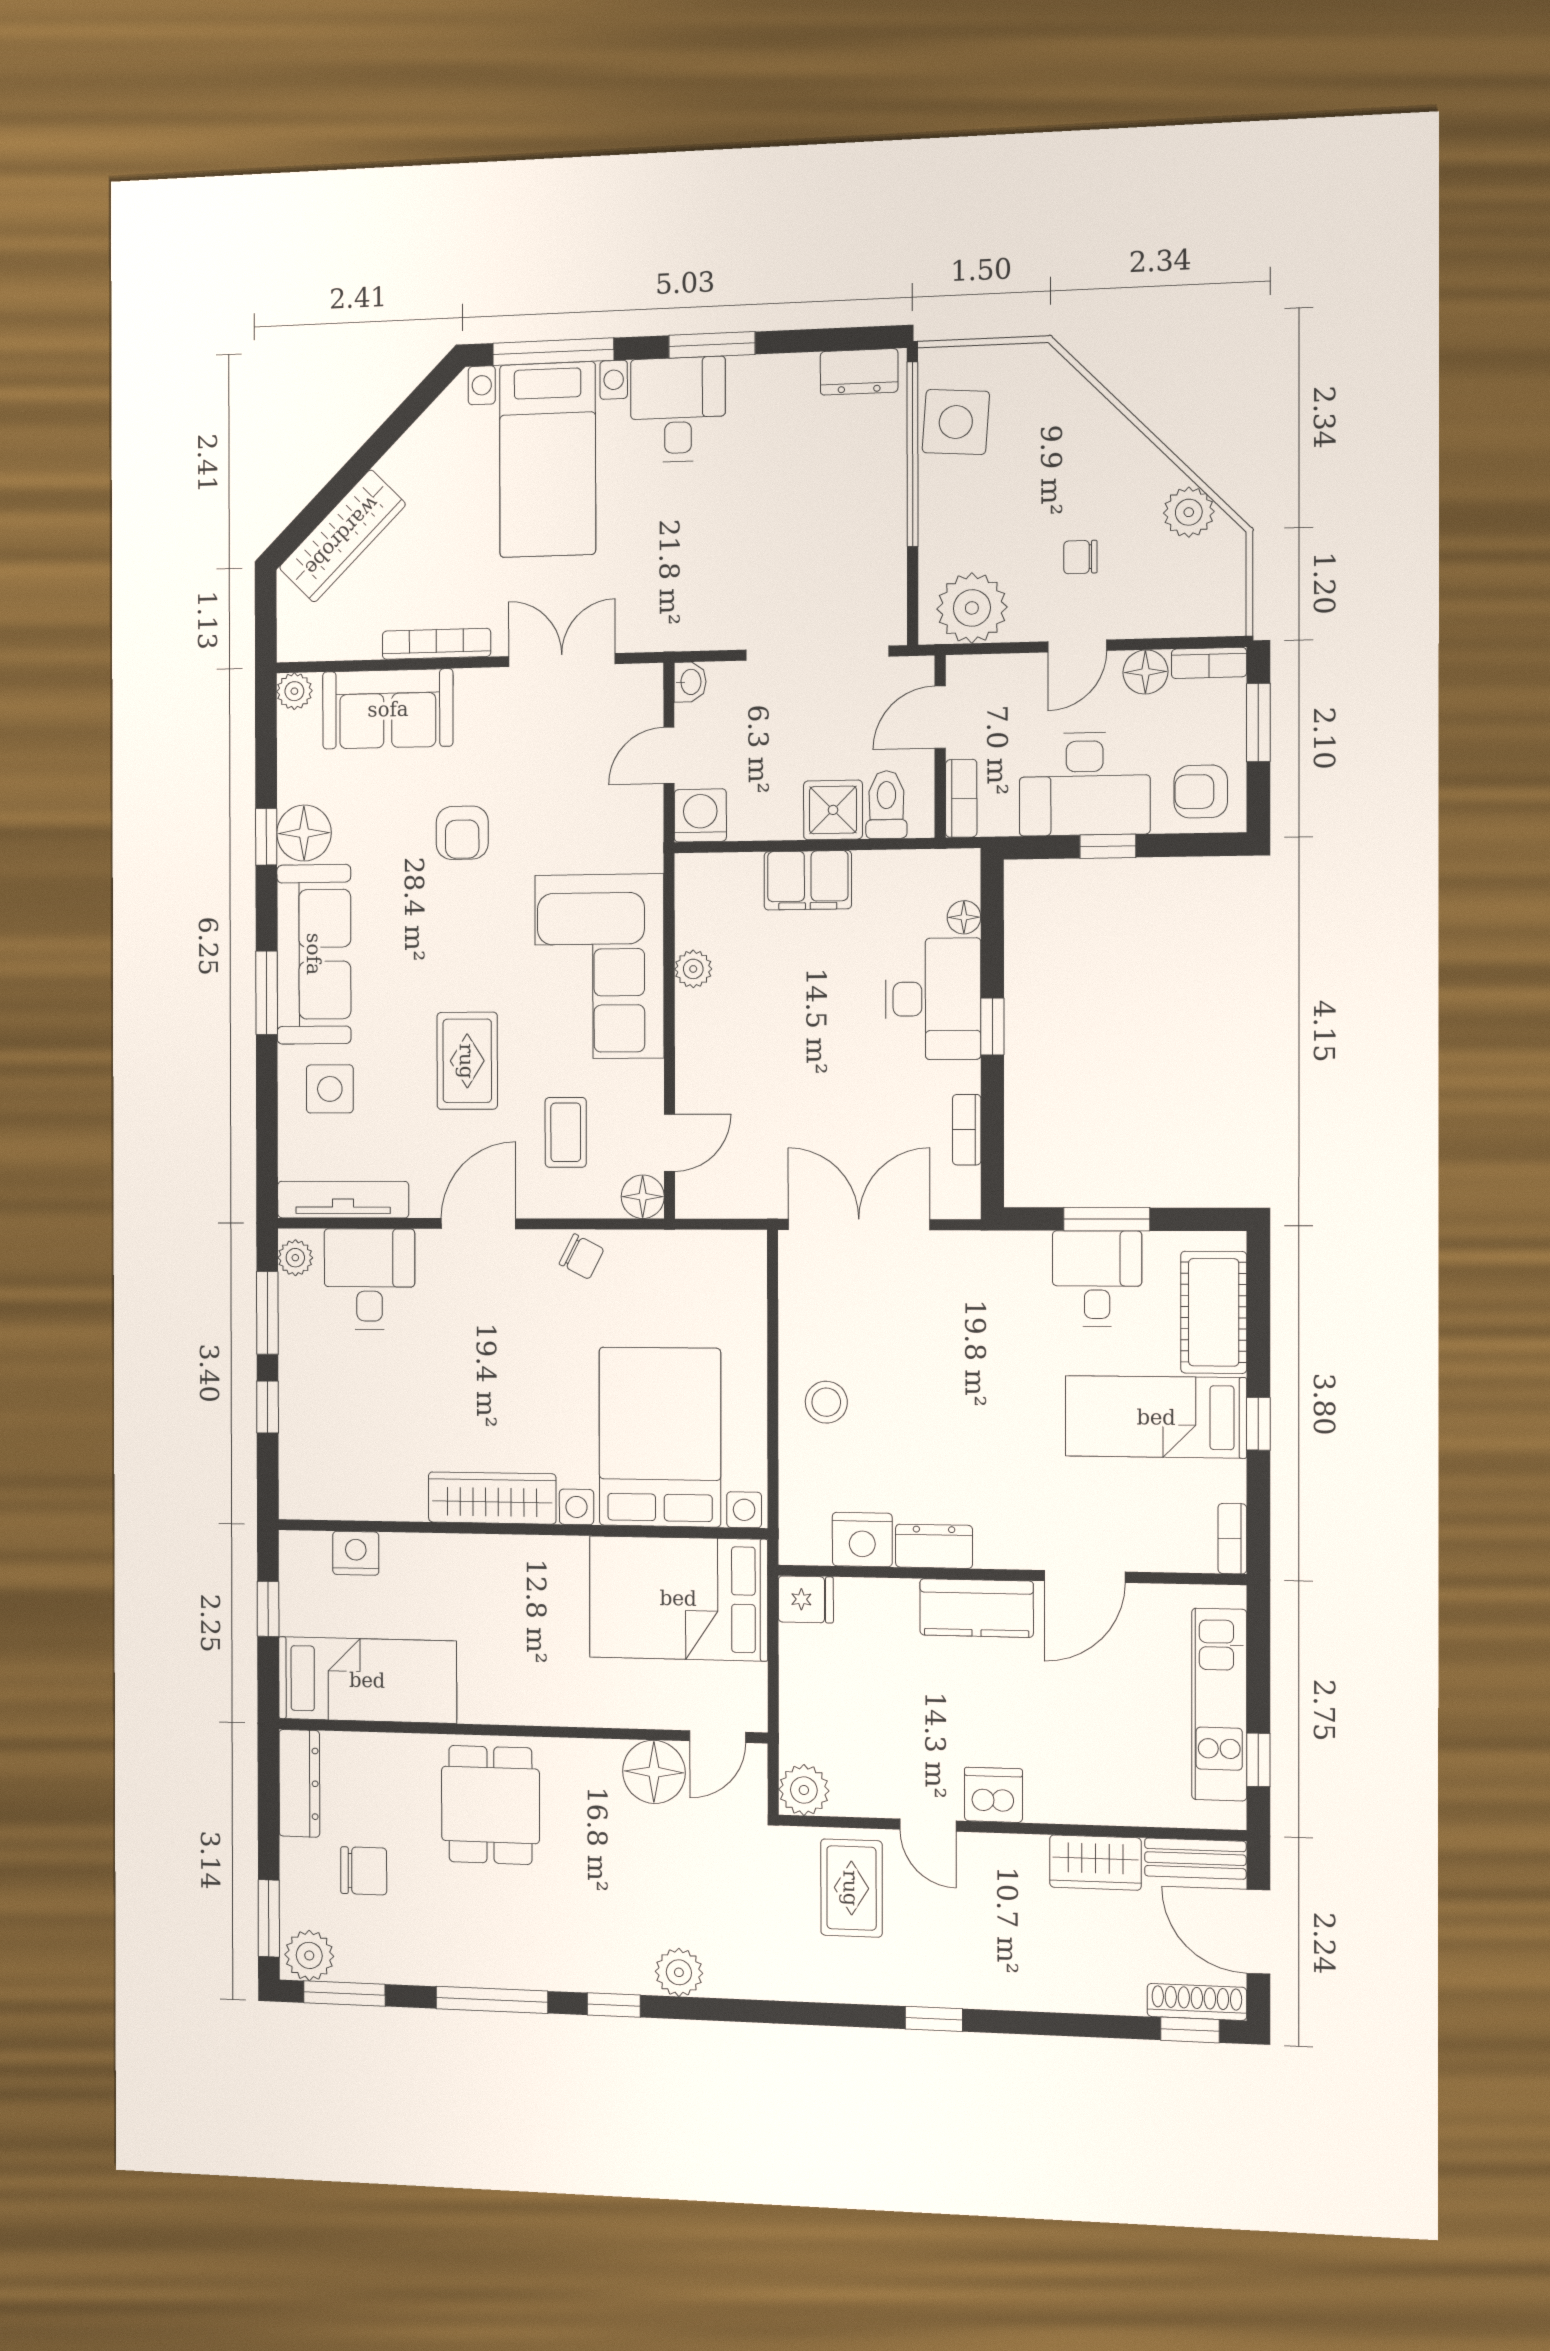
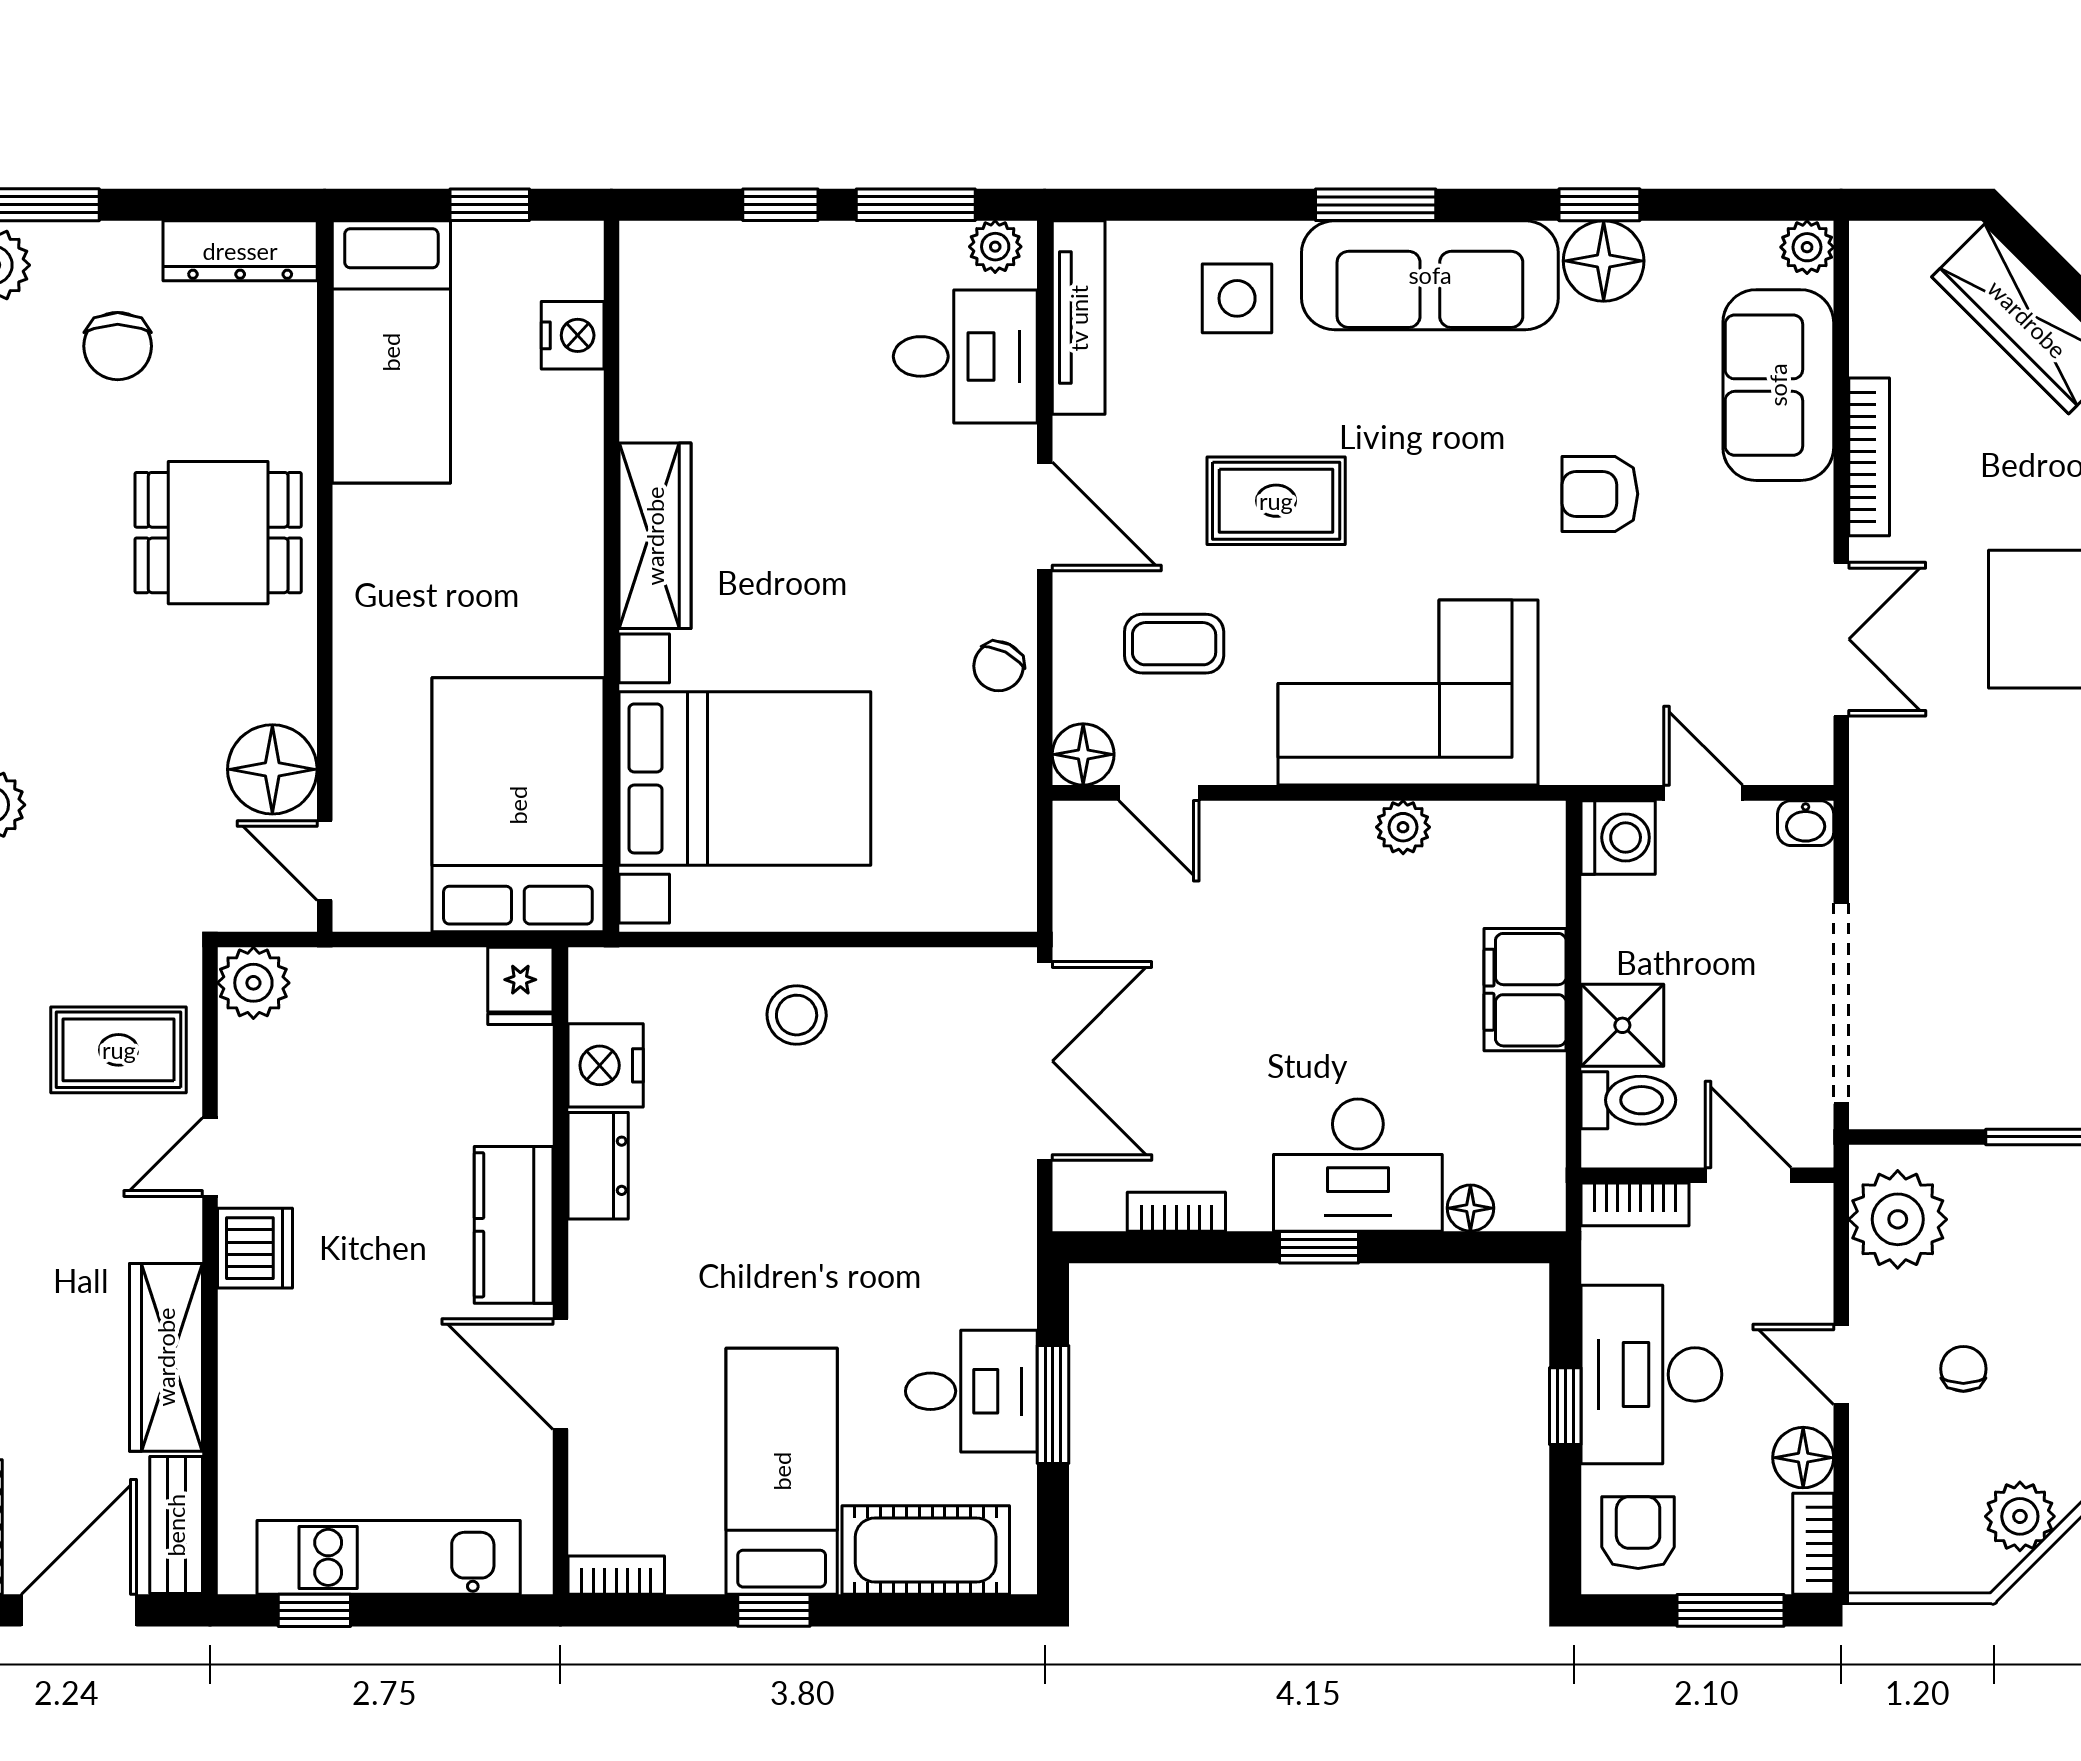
wardrobe: (1095, 1863) -> (166, 1357), width x1.50

